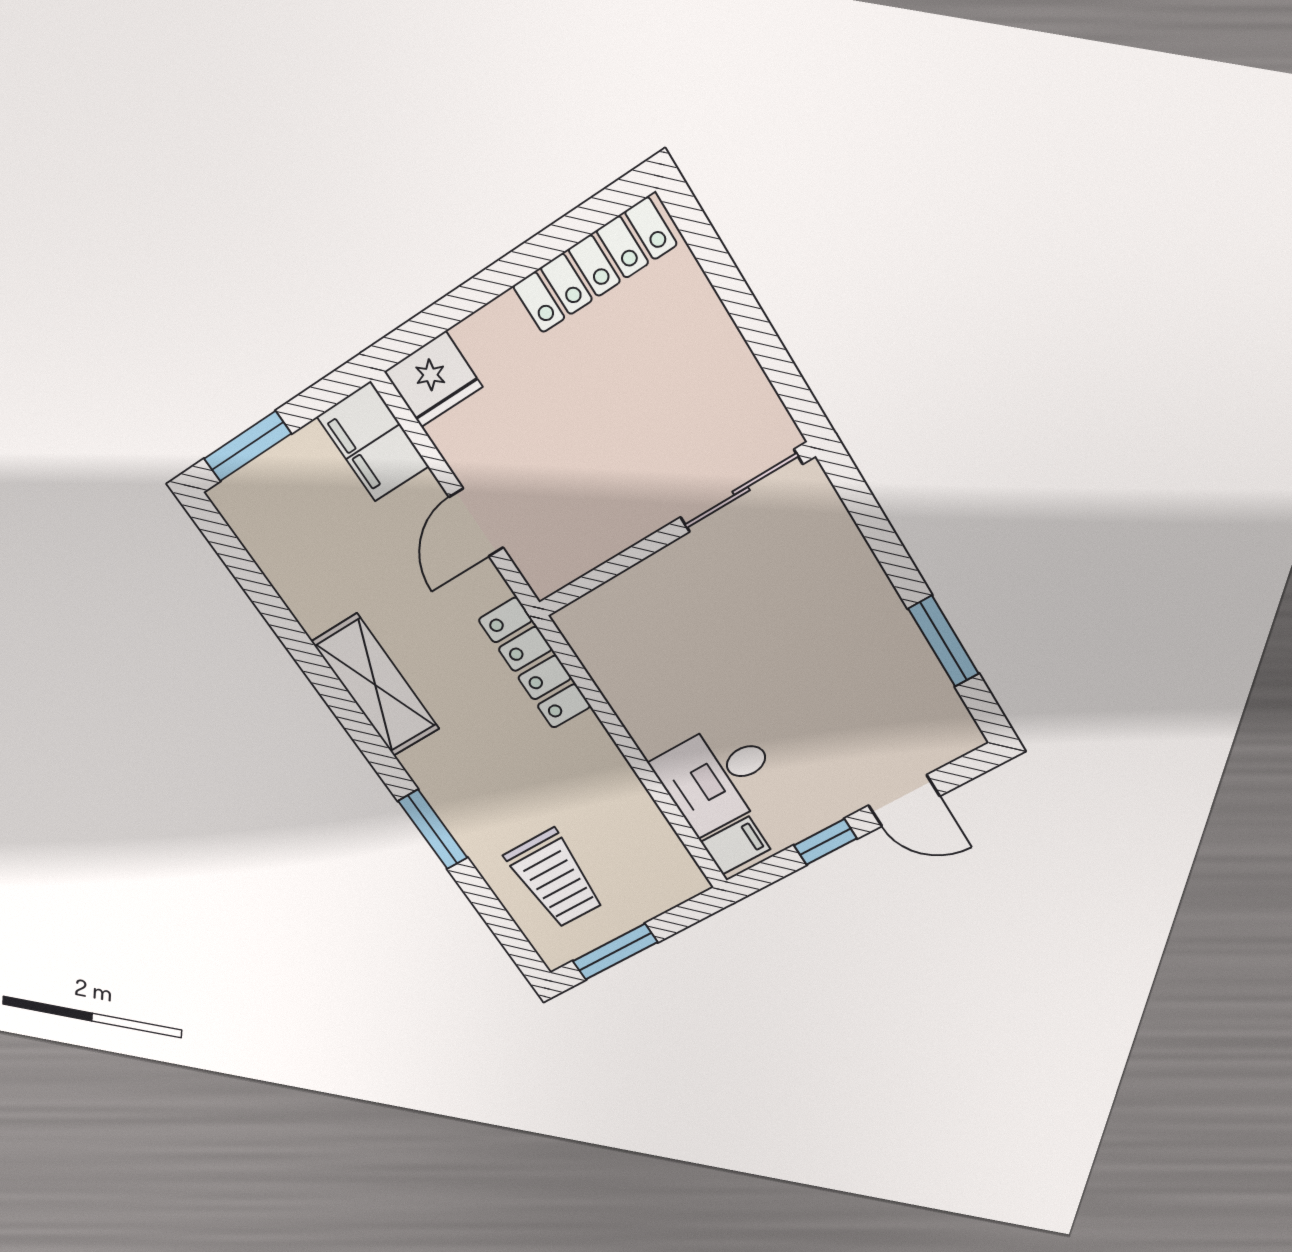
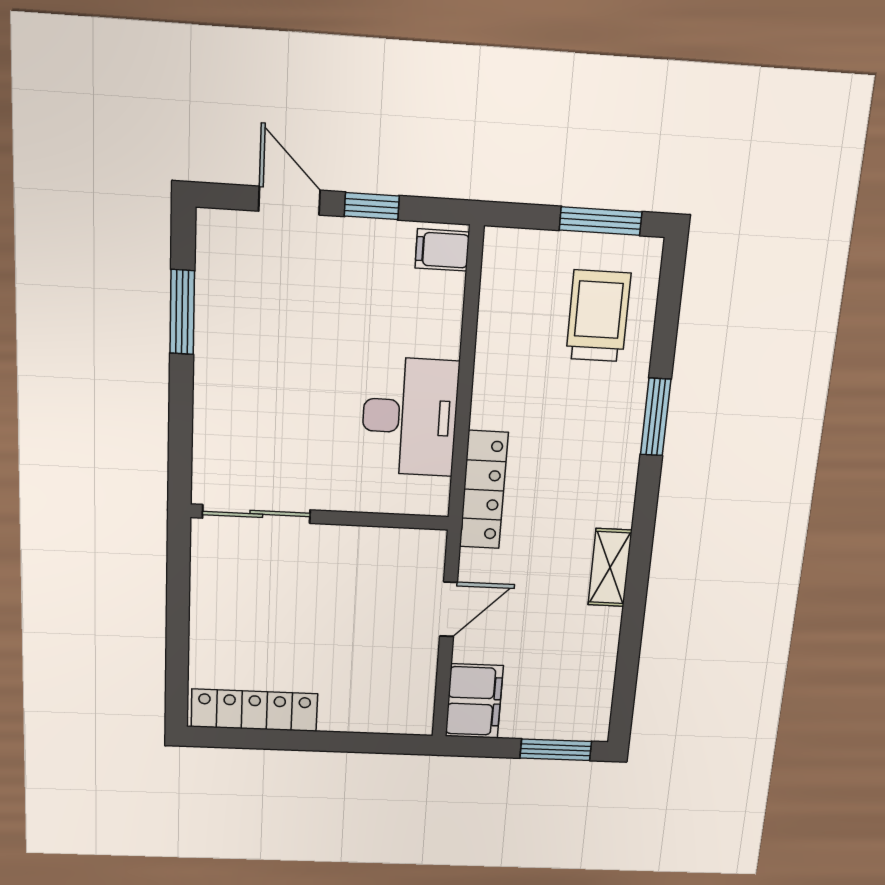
fridge: (433, 379) -> (406, 712), removed
shelving: (375, 685) -> (610, 568), width x0.67, depth x0.75
desk: (718, 777) -> (410, 417), moved, width x1.37

